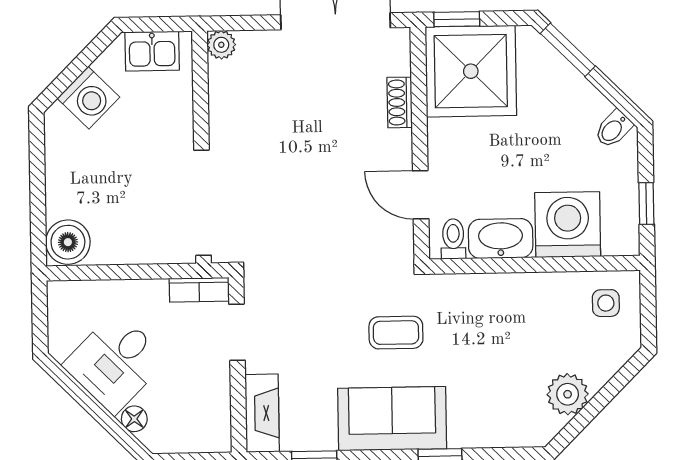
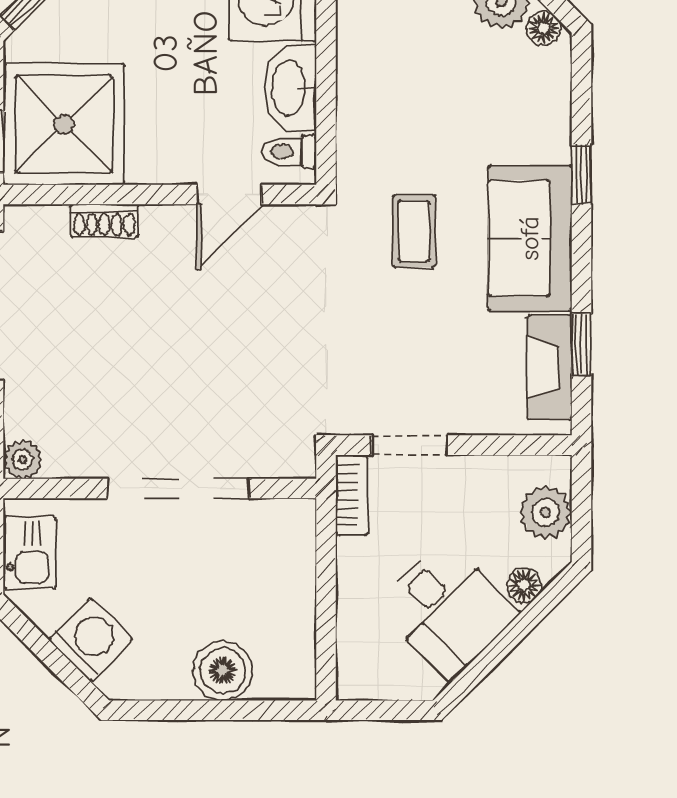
doorway: (202, 203) -> (178, 488), moved
boiler: (68, 242) -> (223, 671), moved
fireplace: (262, 413) -> (549, 367), moved, turned -90
floor lamp: (548, 426) -> (543, 28), added
plant: (189, 434) -> (545, 512), added

